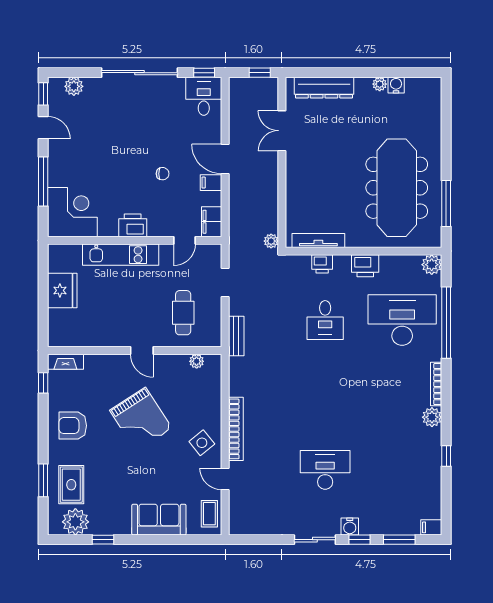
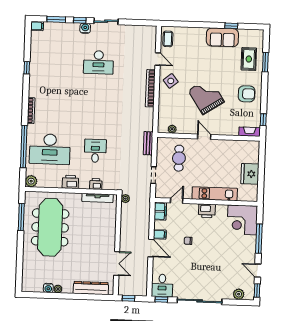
plant: (432, 417) -> (34, 91), removed
sofa: (159, 520) -> (222, 37), moved
plant: (75, 522) -> (247, 37), removed

